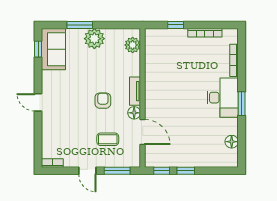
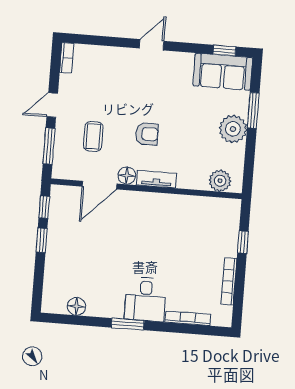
desk: (223, 98) -> (145, 299), width x0.73

